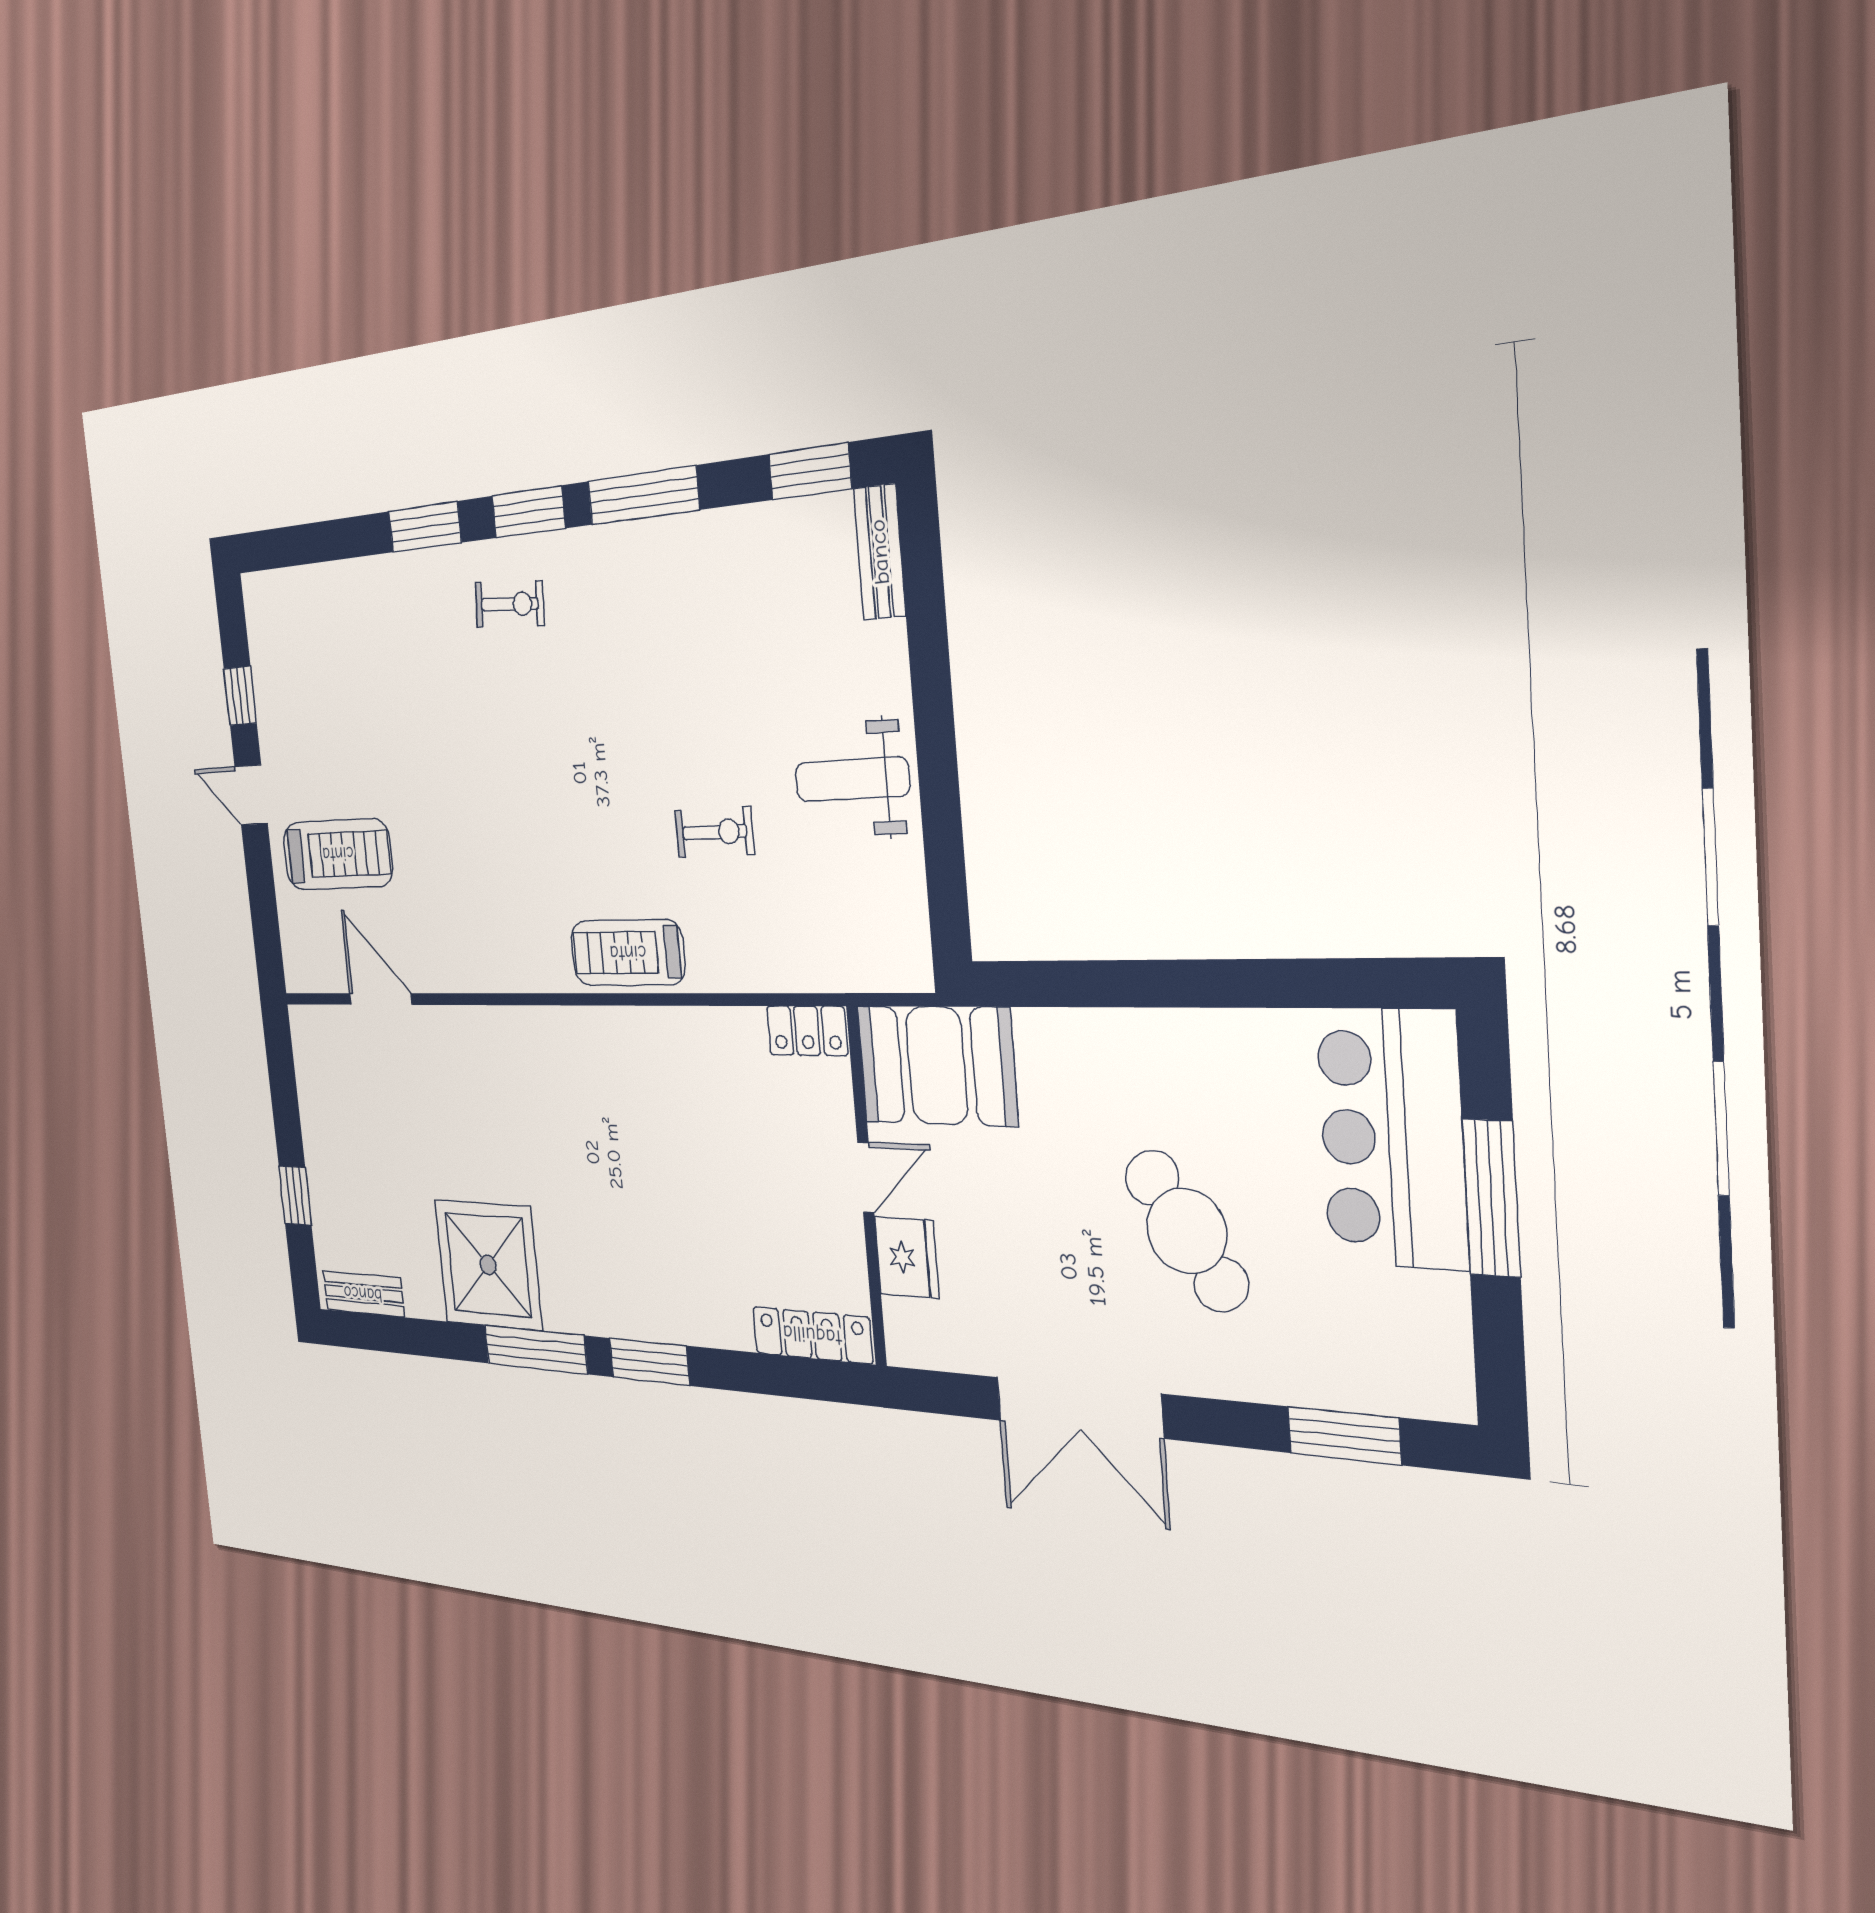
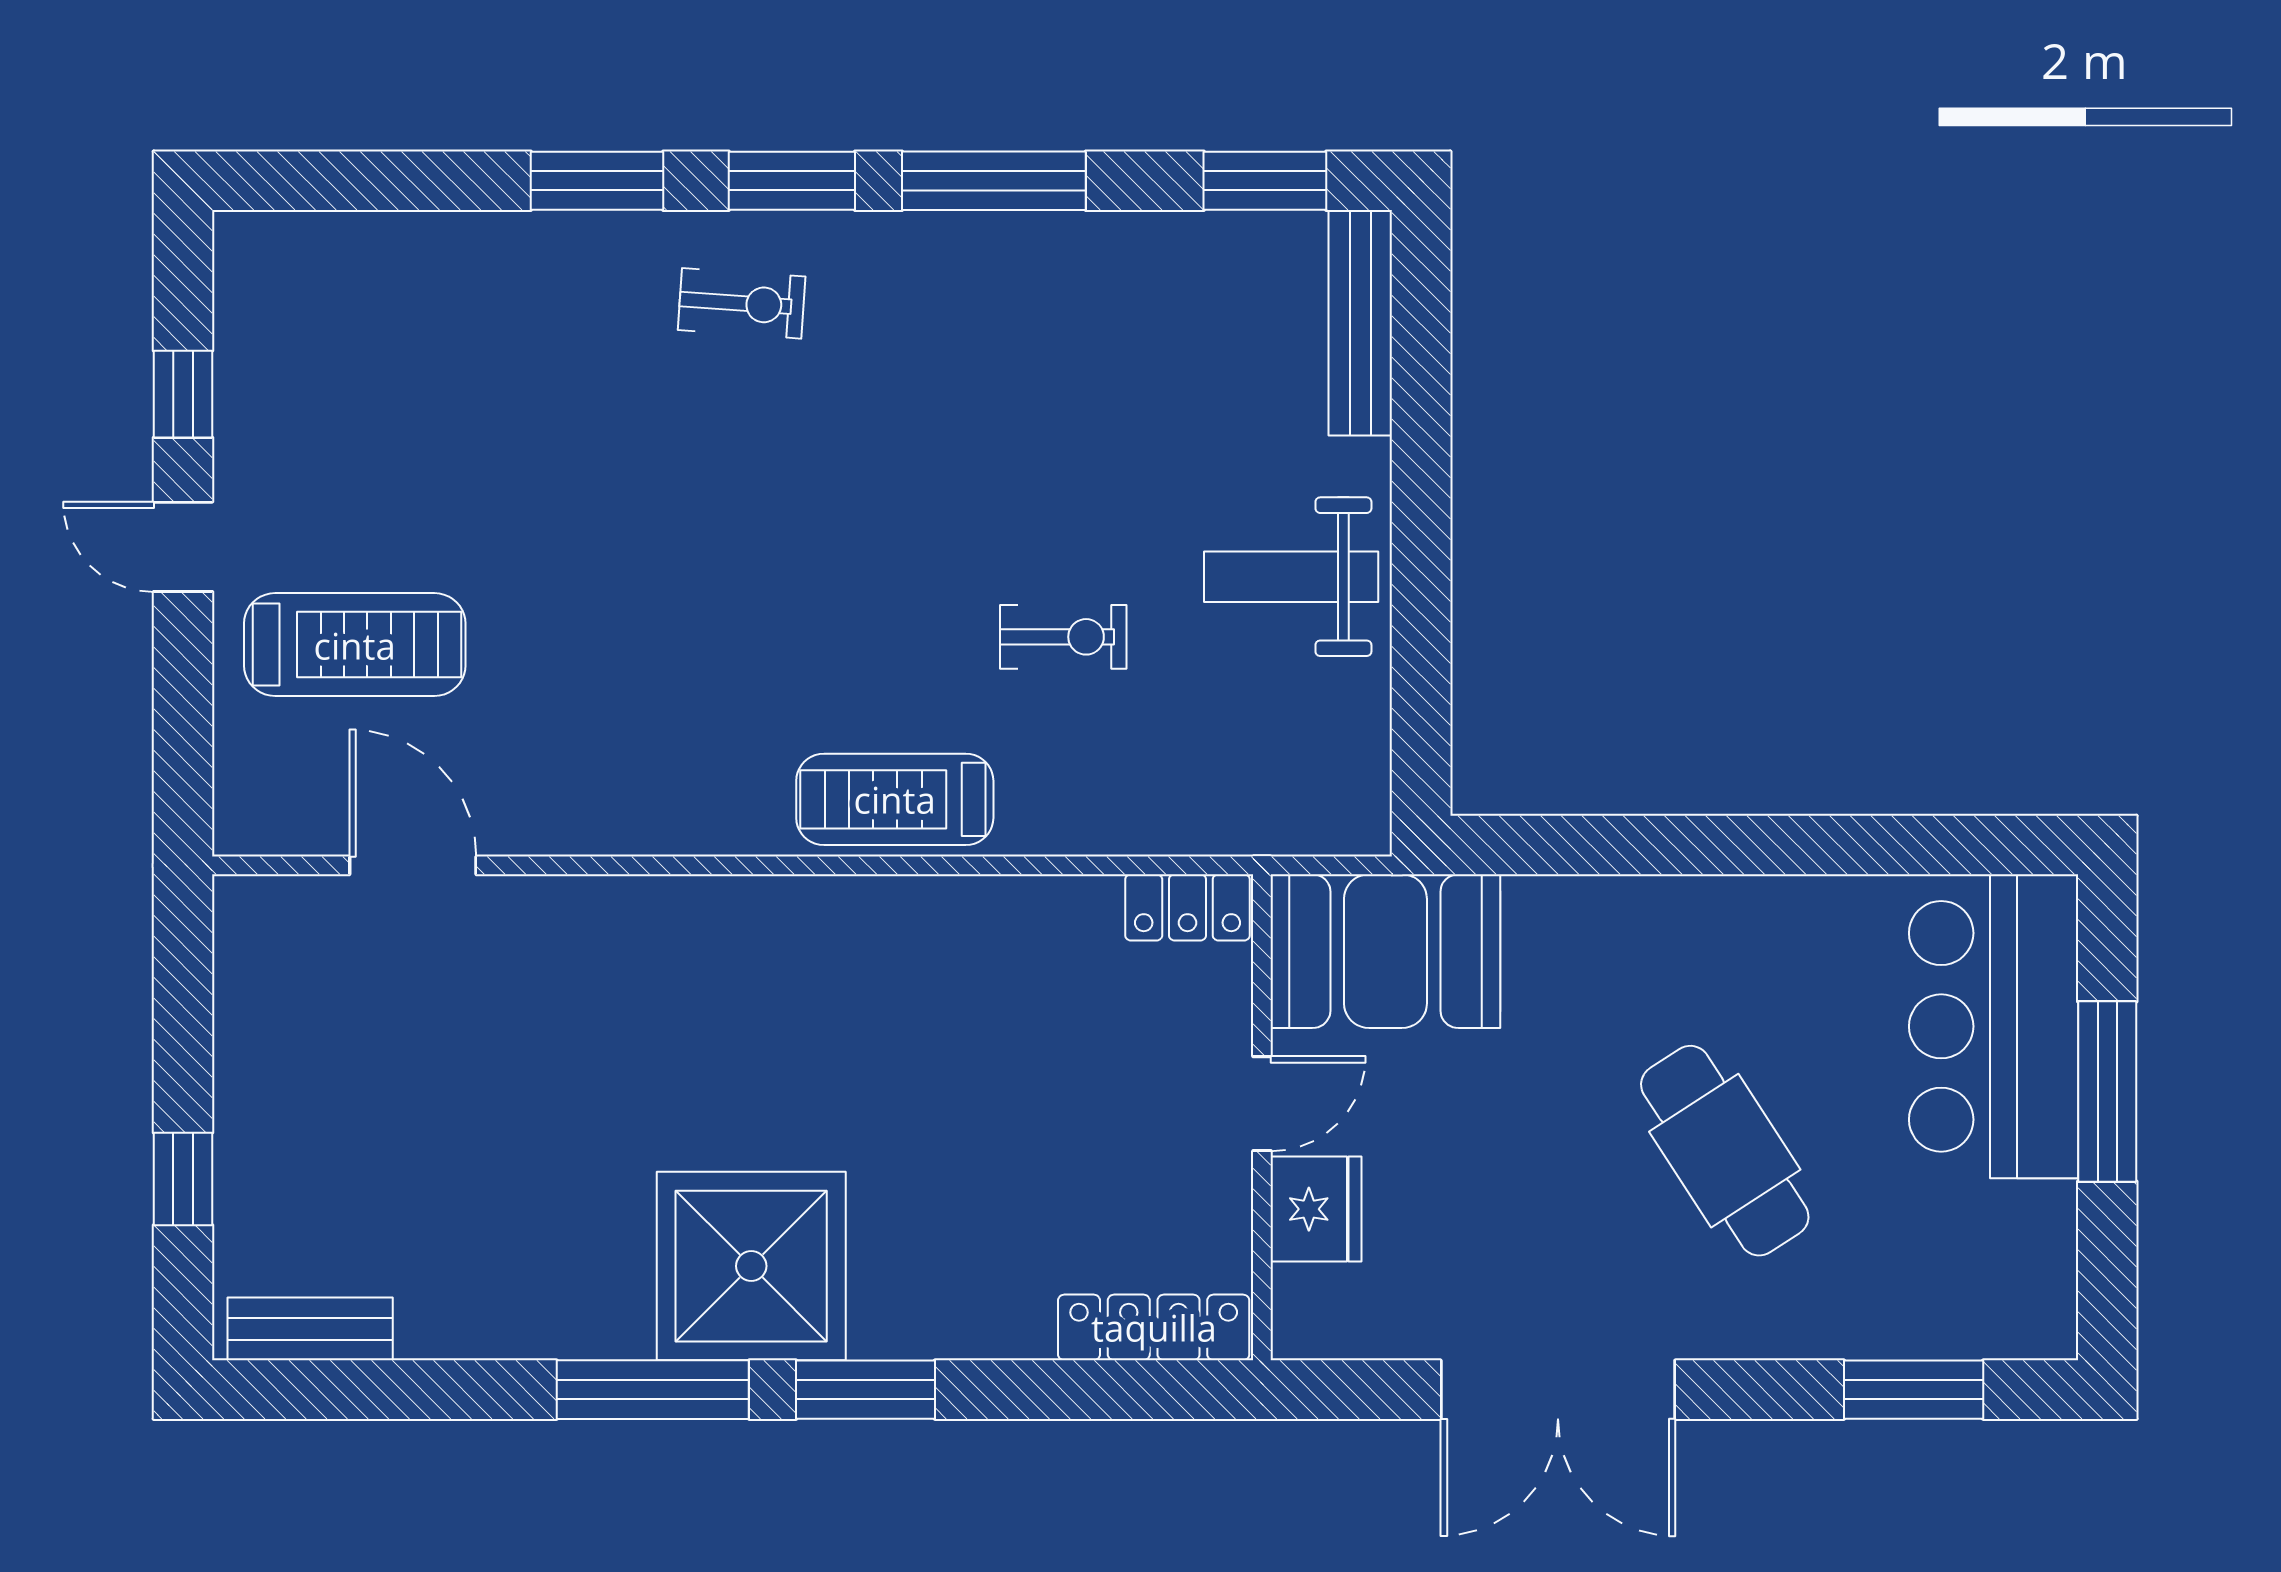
bench: (880, 552) -> (1360, 323), width x1.36
shower: (488, 1265) -> (751, 1266), moved

